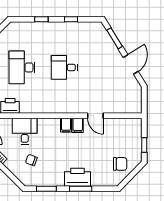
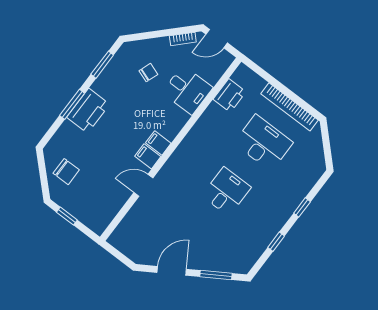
door: (131, 64) -> (172, 271), swing flipped
chair: (120, 164) -> (66, 172), turned -90

